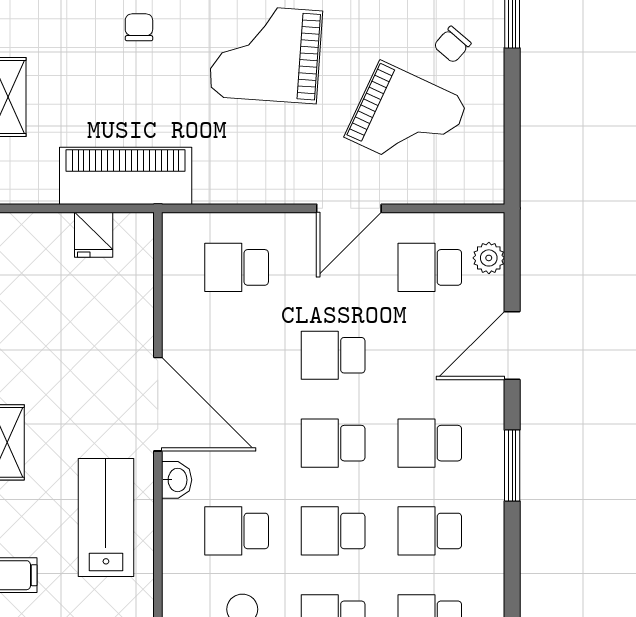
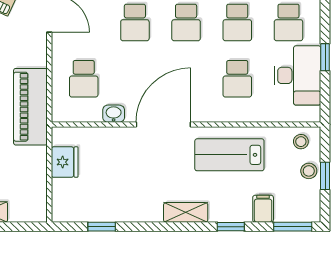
piano: (126, 176) -> (30, 107), moved
fridge: (94, 235) -> (65, 162), width x1.38
washbasin: (177, 480) -> (114, 114), moved

